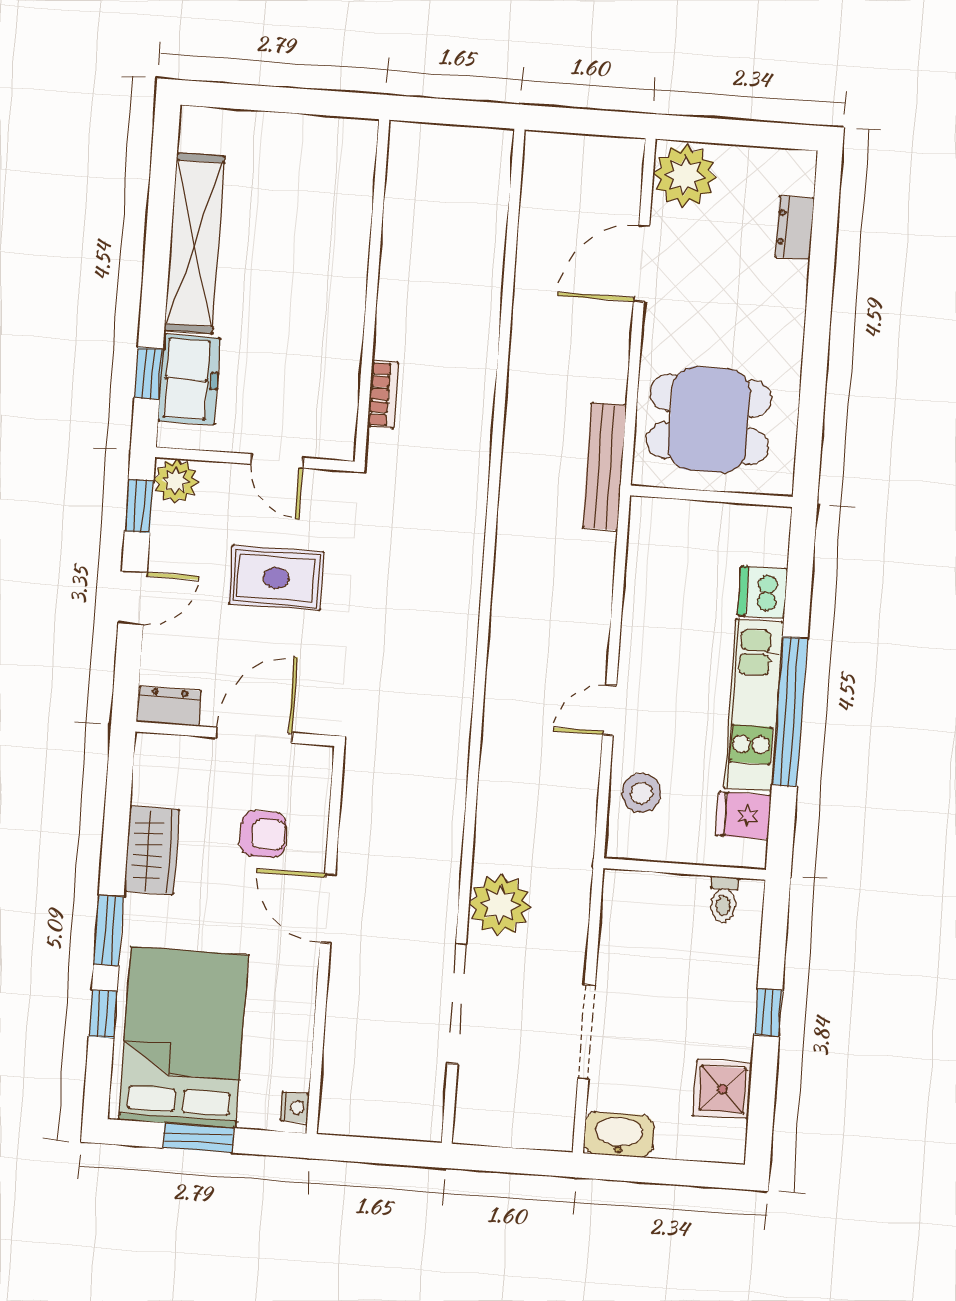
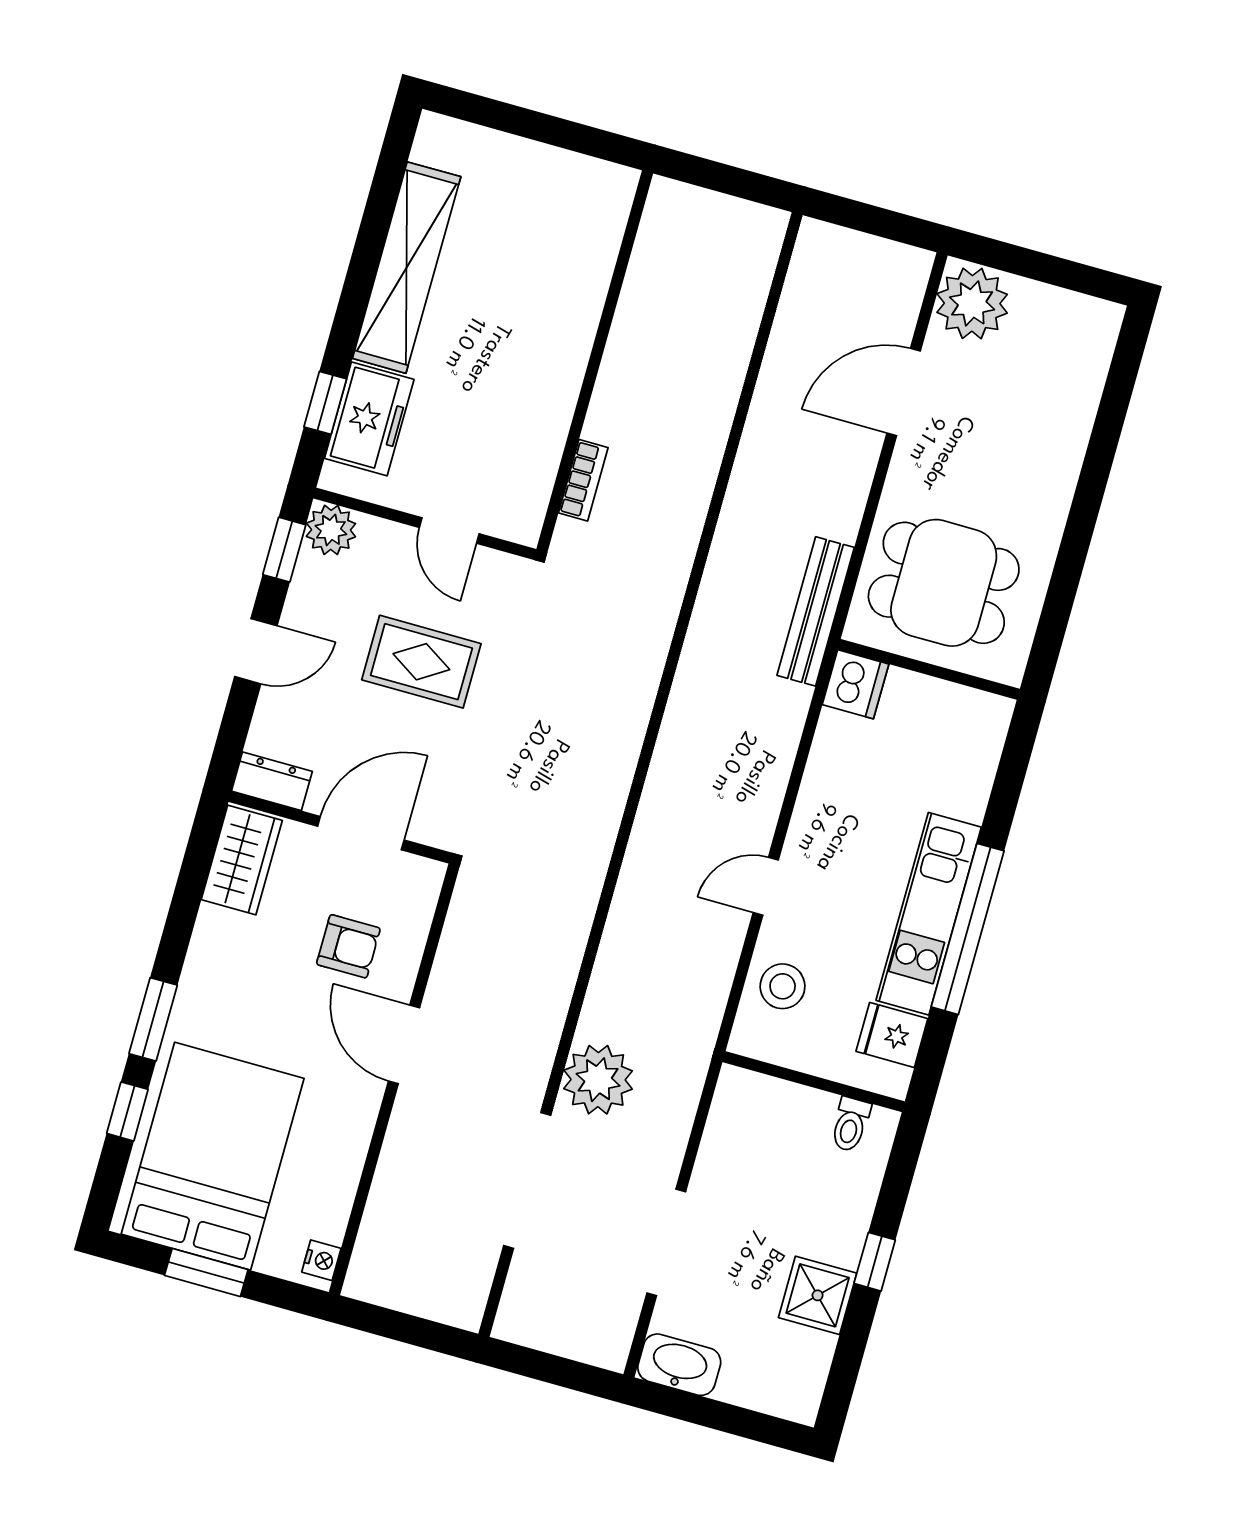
dresser: (795, 228) -> (1084, 387), removed
dishwasher: (763, 592) -> (856, 684), moved, turned 180
wardrobe: (152, 850) -> (242, 860), moved
shower: (722, 1089) -> (818, 1295), moved

